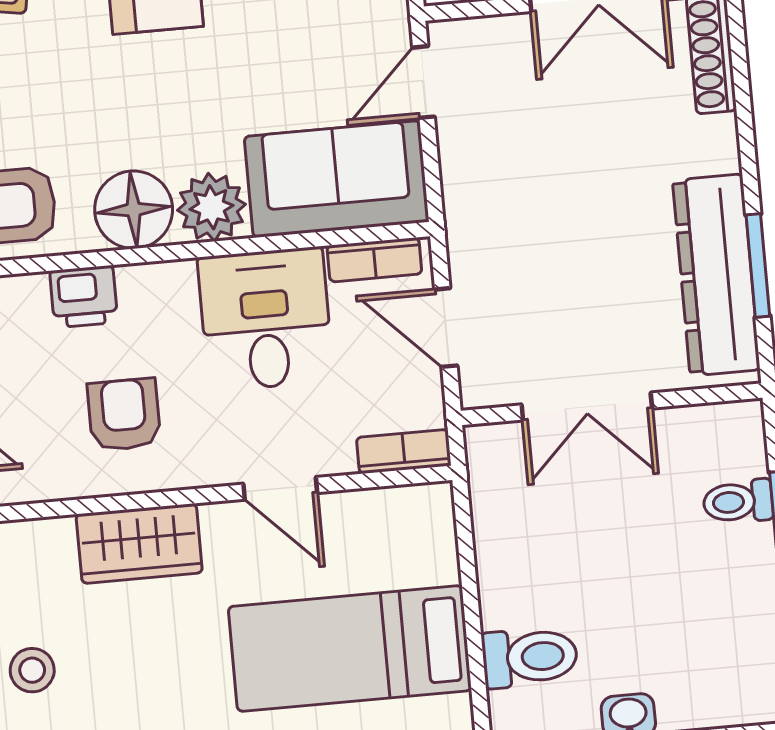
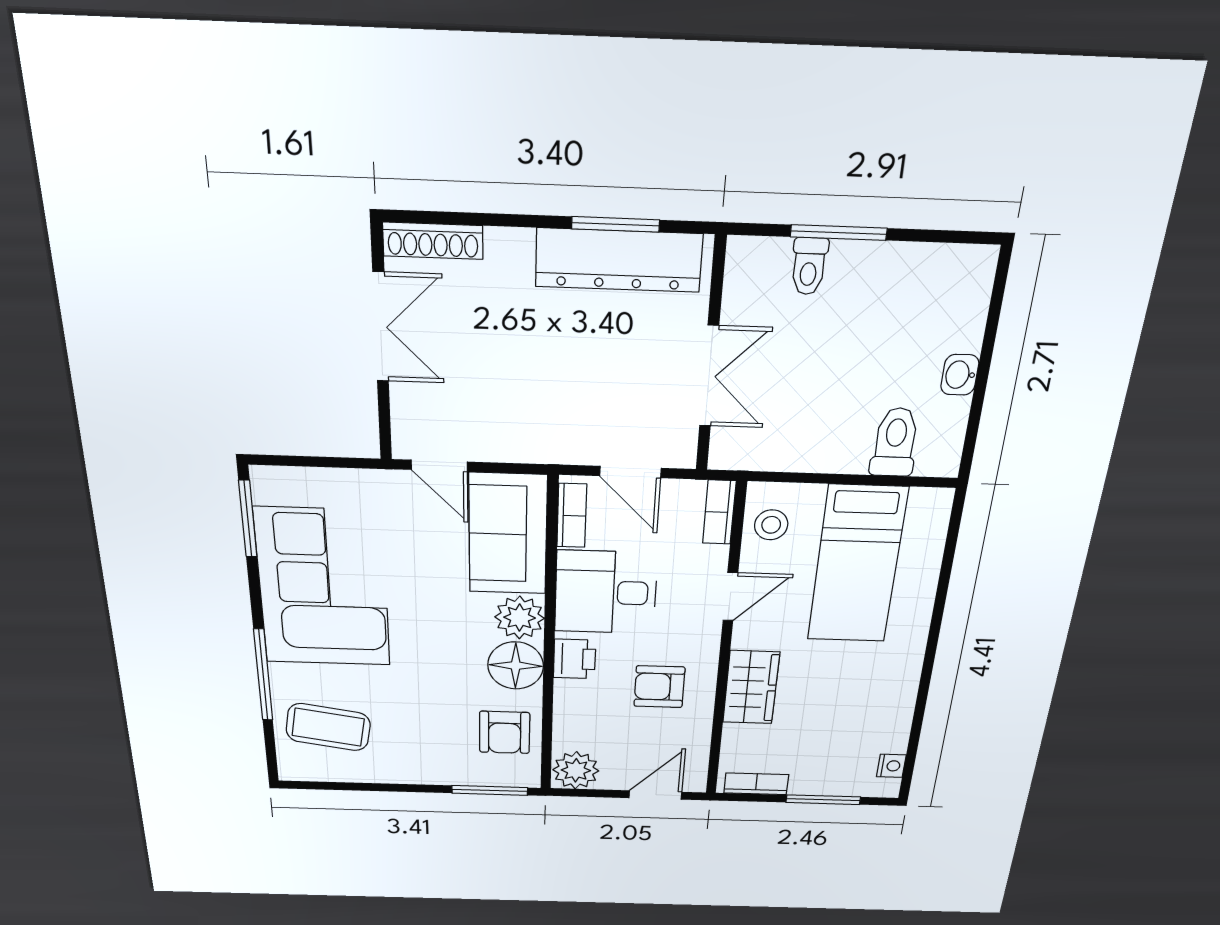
printer: (84, 297) -> (574, 659), moved
door: (446, 328) -> (630, 472), hinge flipped
stool: (32, 670) -> (771, 525), moved

